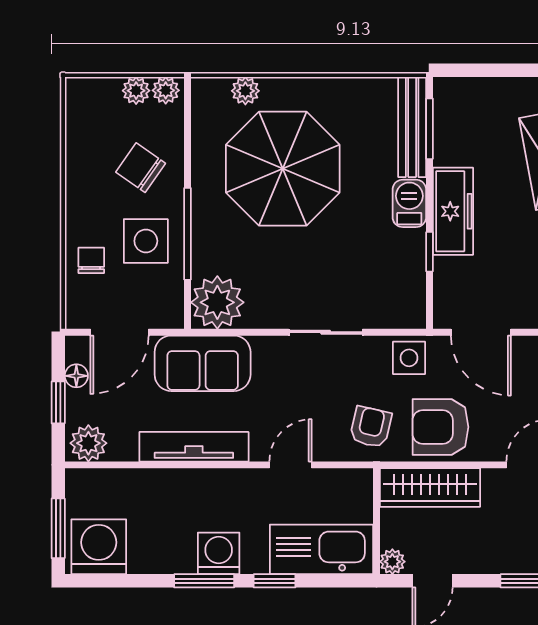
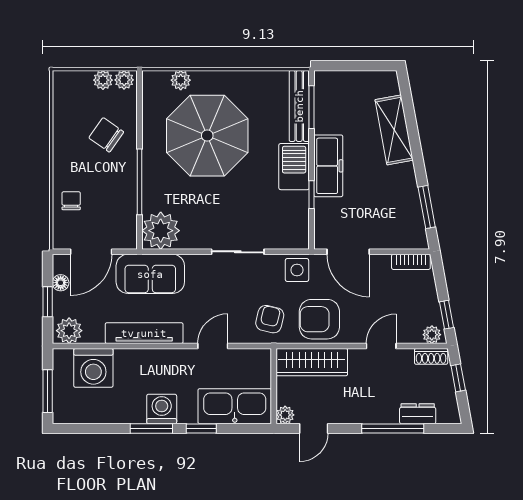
barbecue: (409, 203) -> (294, 167), width x1.38, depth x1.27
side table: (146, 241) -> (110, 187), removed
washing machine: (99, 547) -> (93, 368), moved, turned 180

